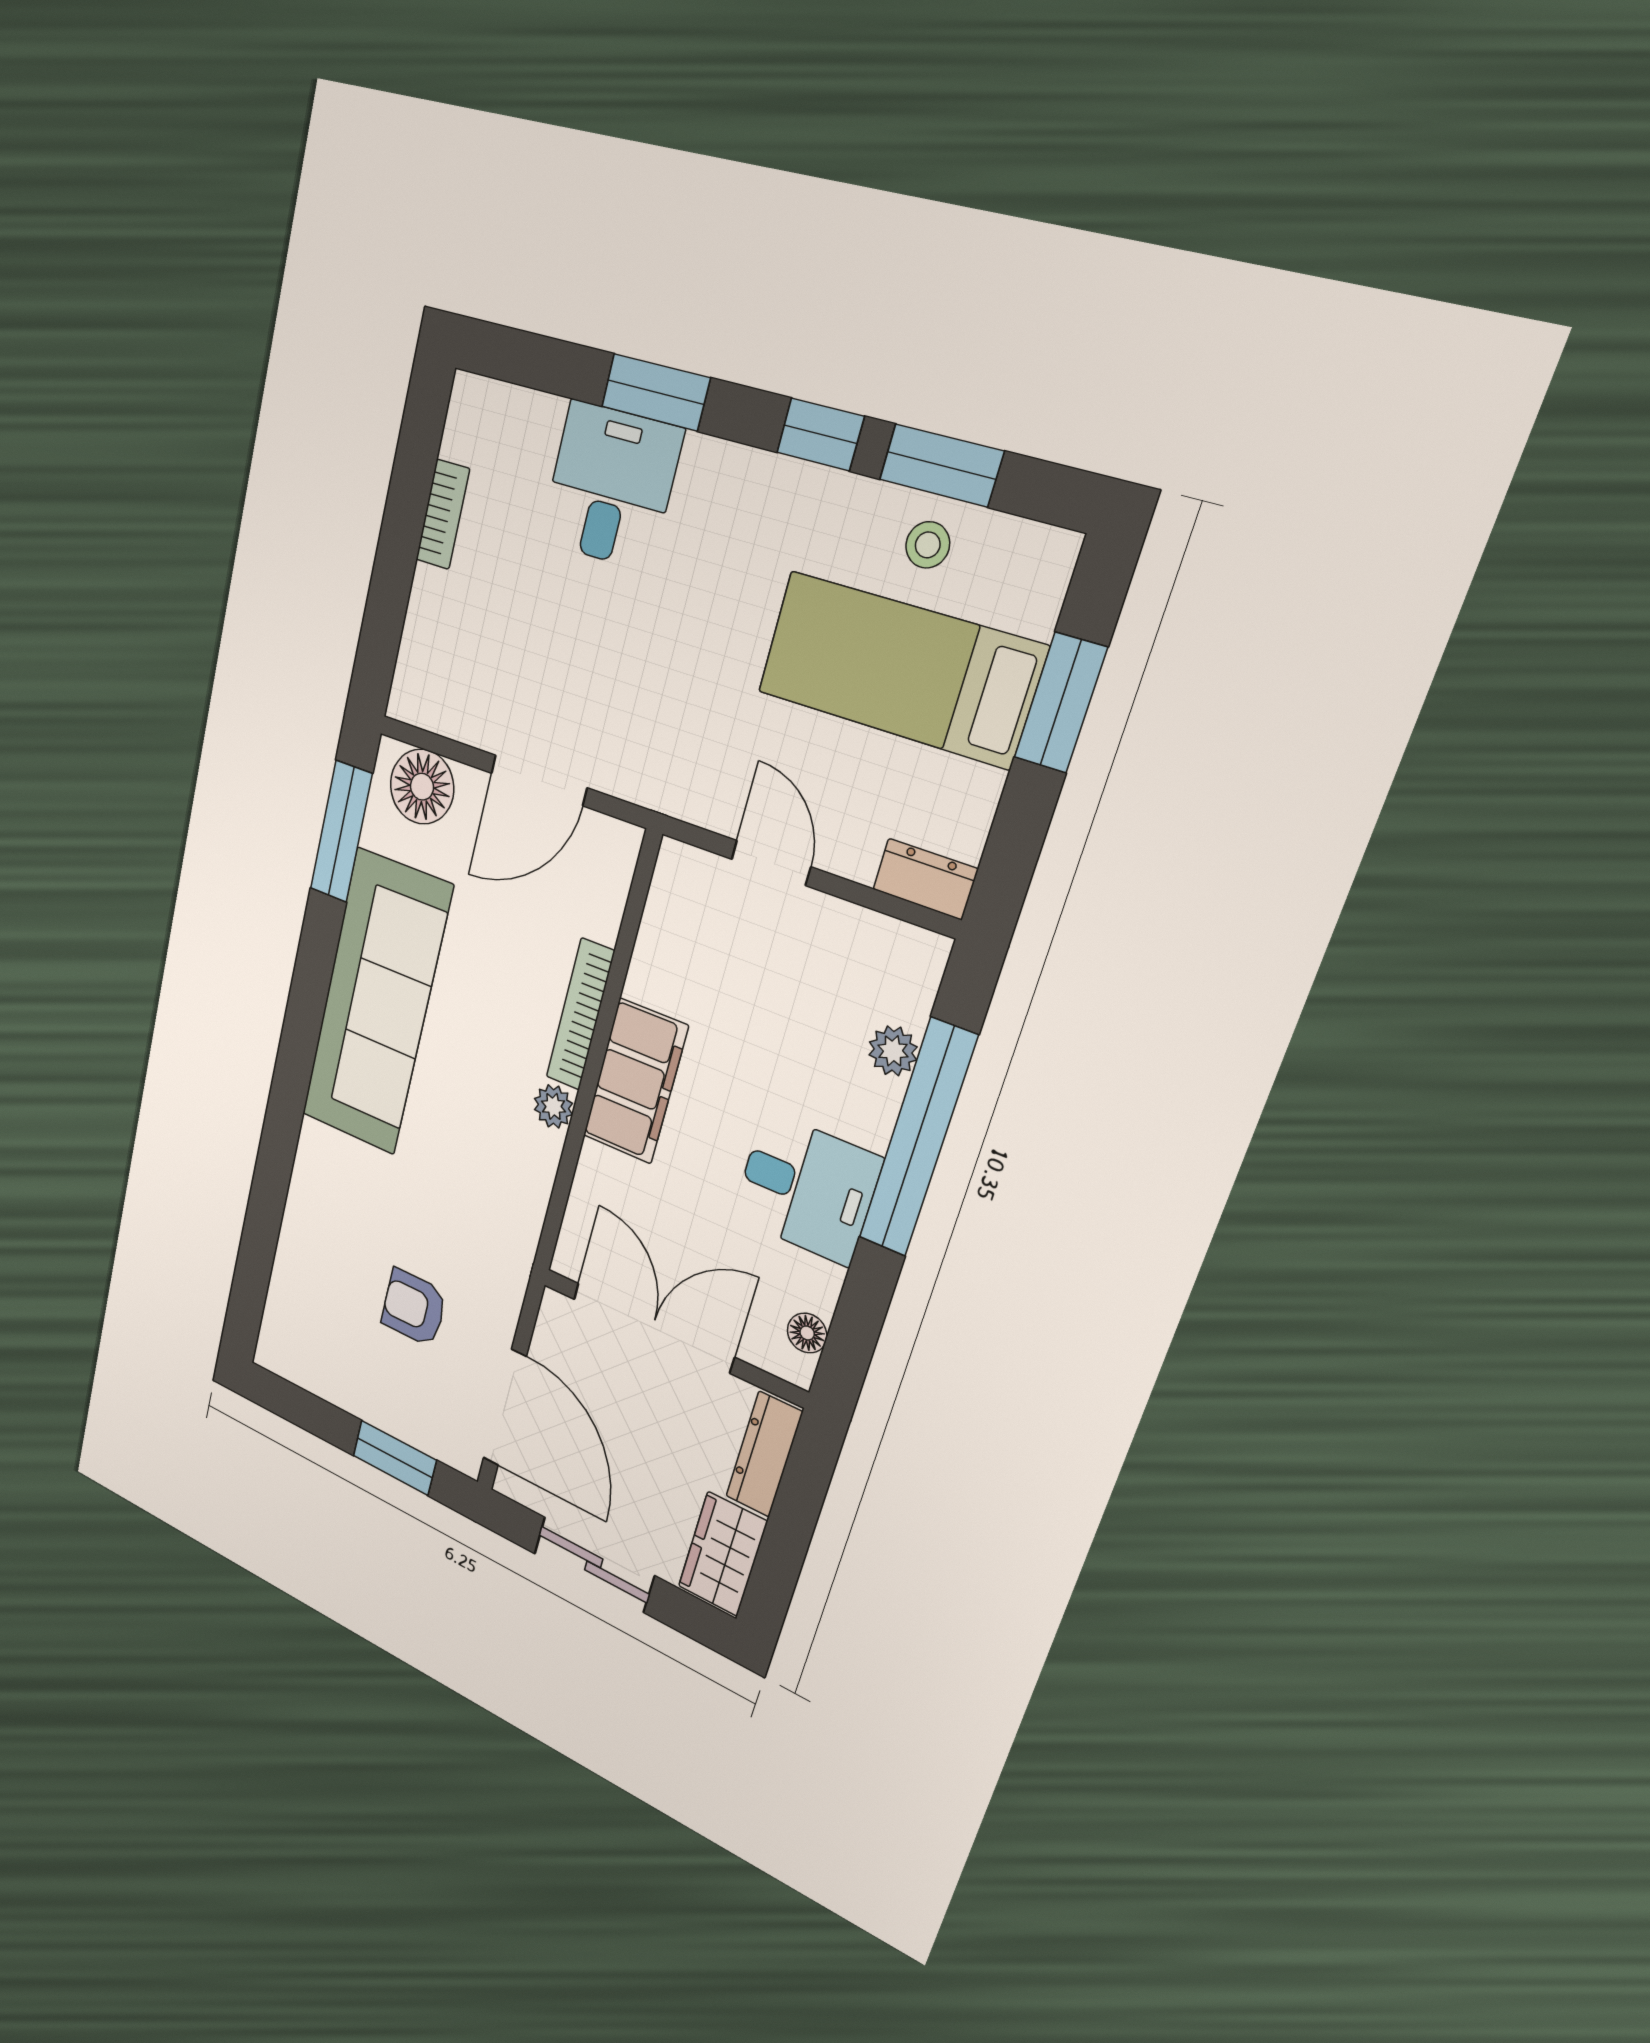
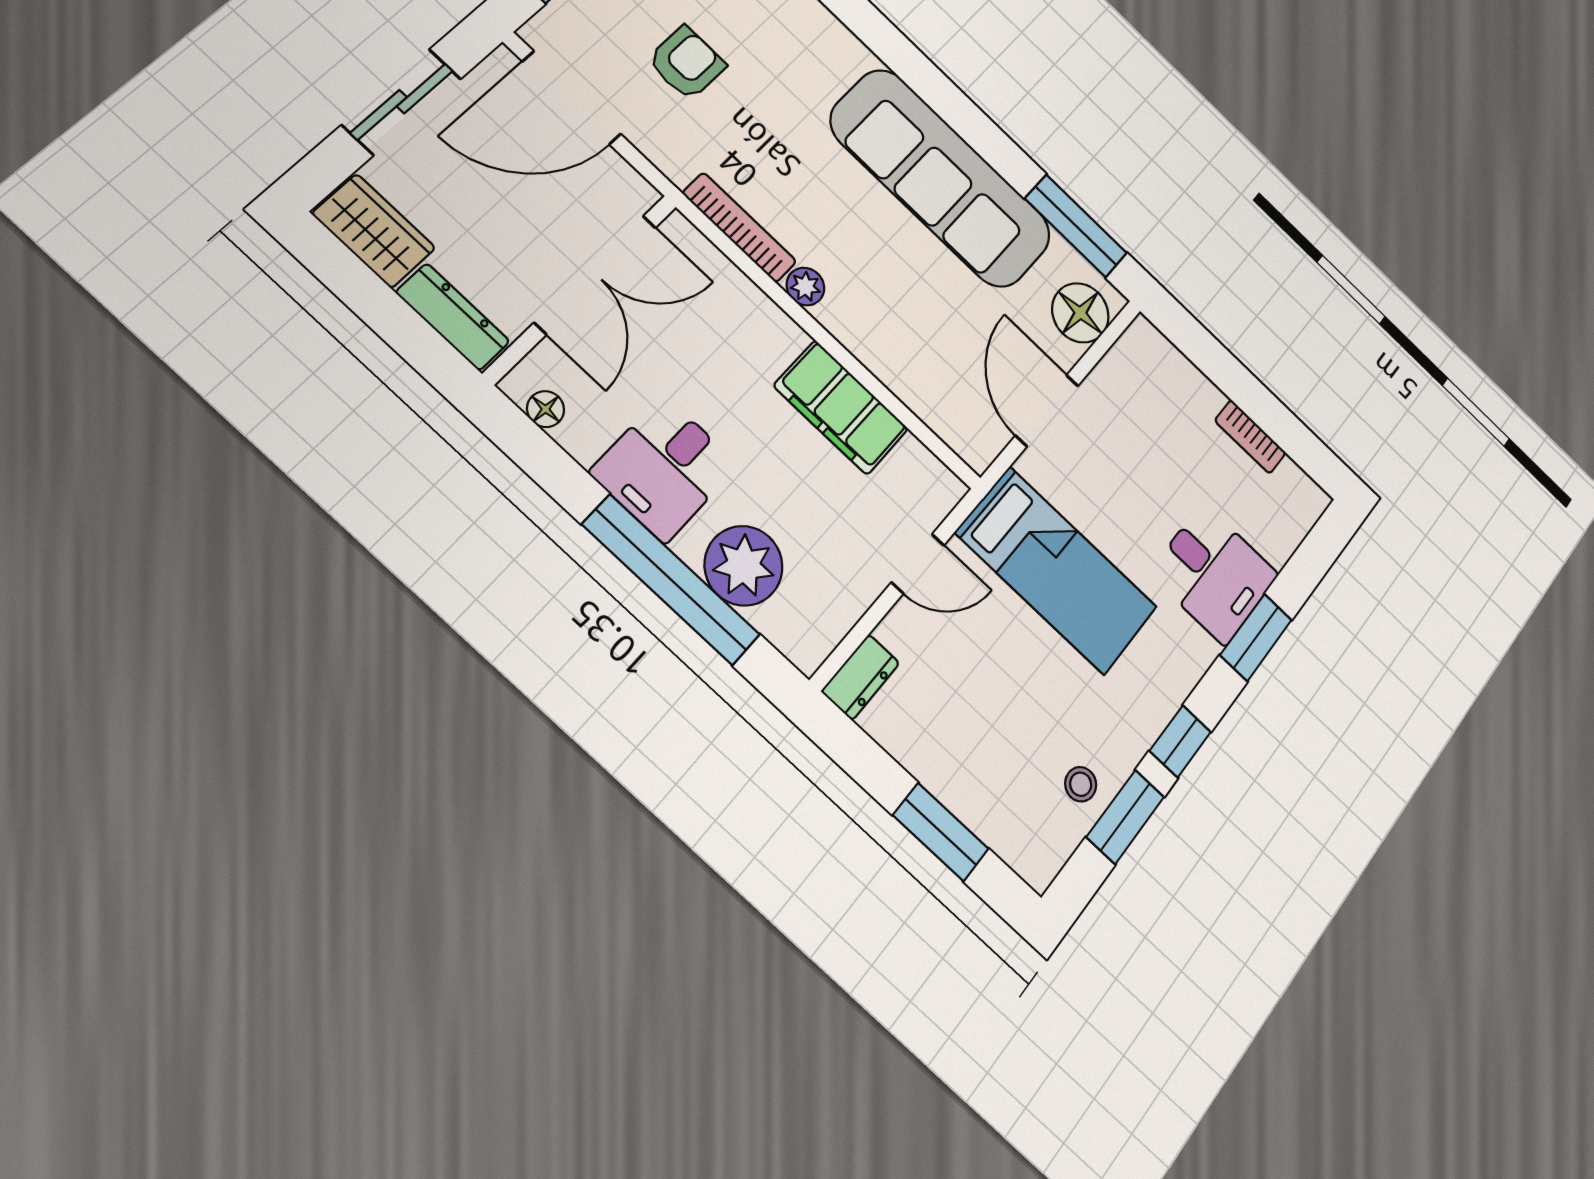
bed: (899, 669) -> (1057, 570), moved, turned 90
bookcase: (580, 1014) -> (740, 227), moved
plant: (893, 1051) -> (744, 566), width x1.87, depth x1.87
filing cabinet: (635, 1081) -> (841, 407), moved

